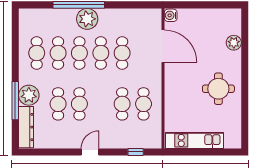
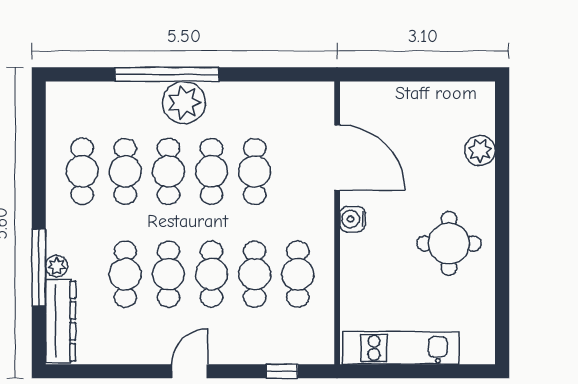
water cooler: (171, 15) -> (353, 219), moved
plant: (29, 95) -> (57, 266), width x0.53, depth x0.53
cafe table: (101, 104) -> (212, 274), added

